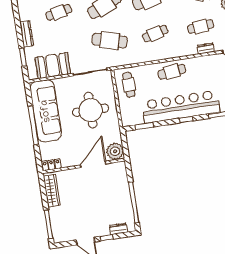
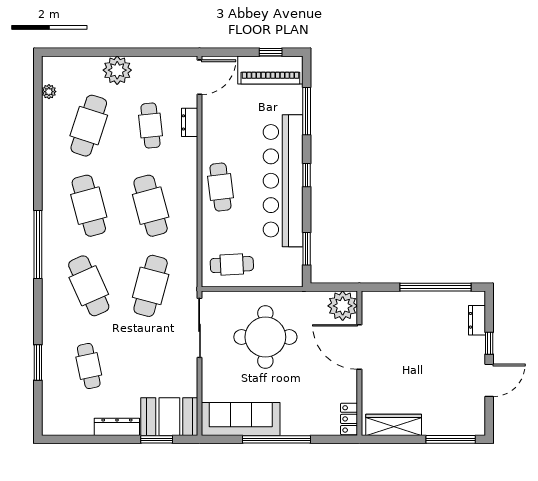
cafe table: (155, 34) -> (151, 206), width x1.37, depth x1.35
booth: (53, 66) -> (169, 417), moved, turned 90
sofa: (46, 111) -> (241, 419), width x0.74, depth x0.79

